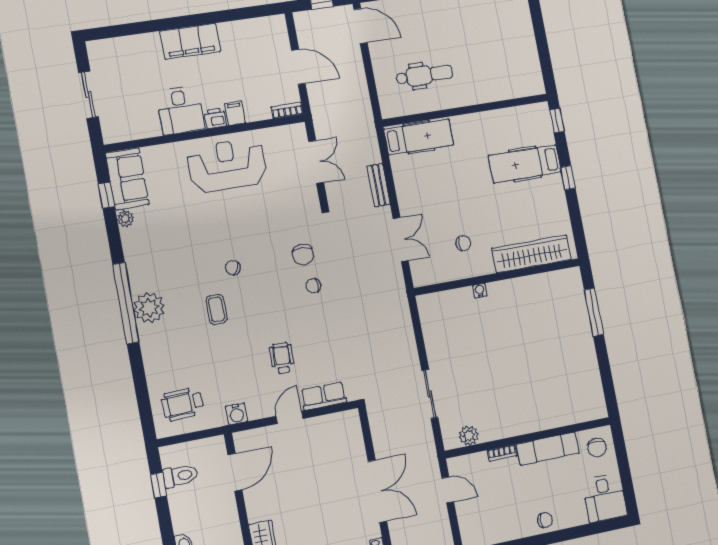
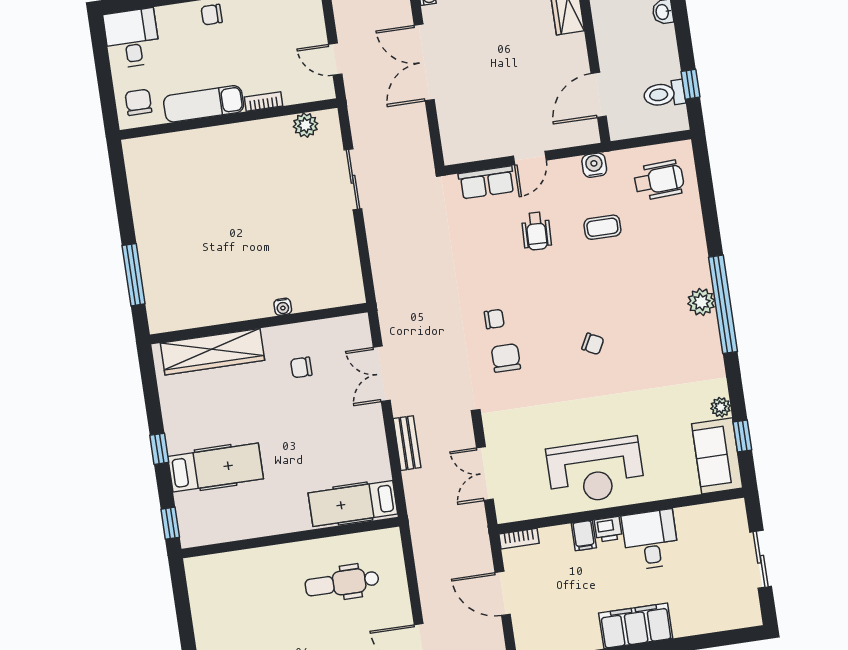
plant: (149, 308) -> (701, 302), width x0.73, depth x0.73
coffee table: (216, 309) -> (602, 227), moved, turned 90

